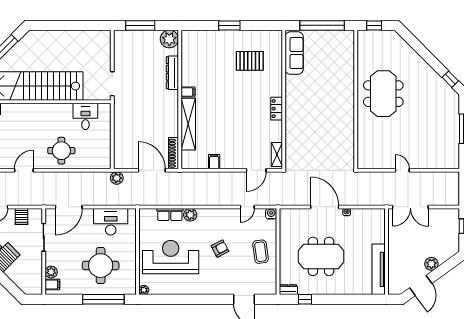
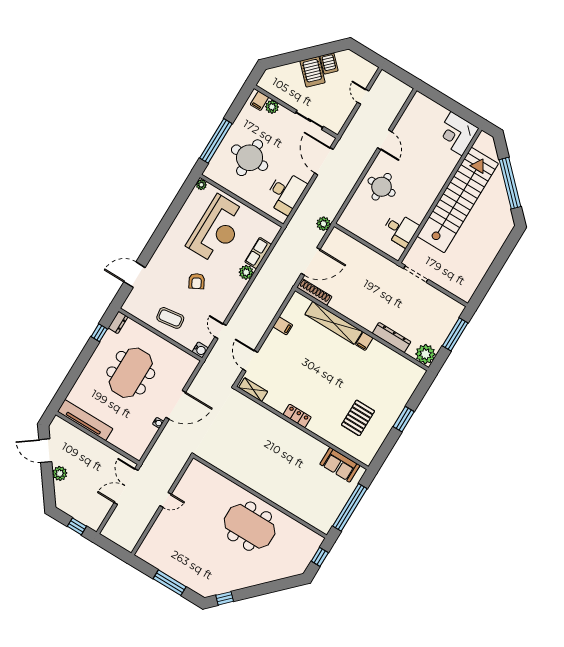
sofa: (294, 53) -> (340, 465), width x0.73
server rack: (22, 216) -> (342, 111), removed

